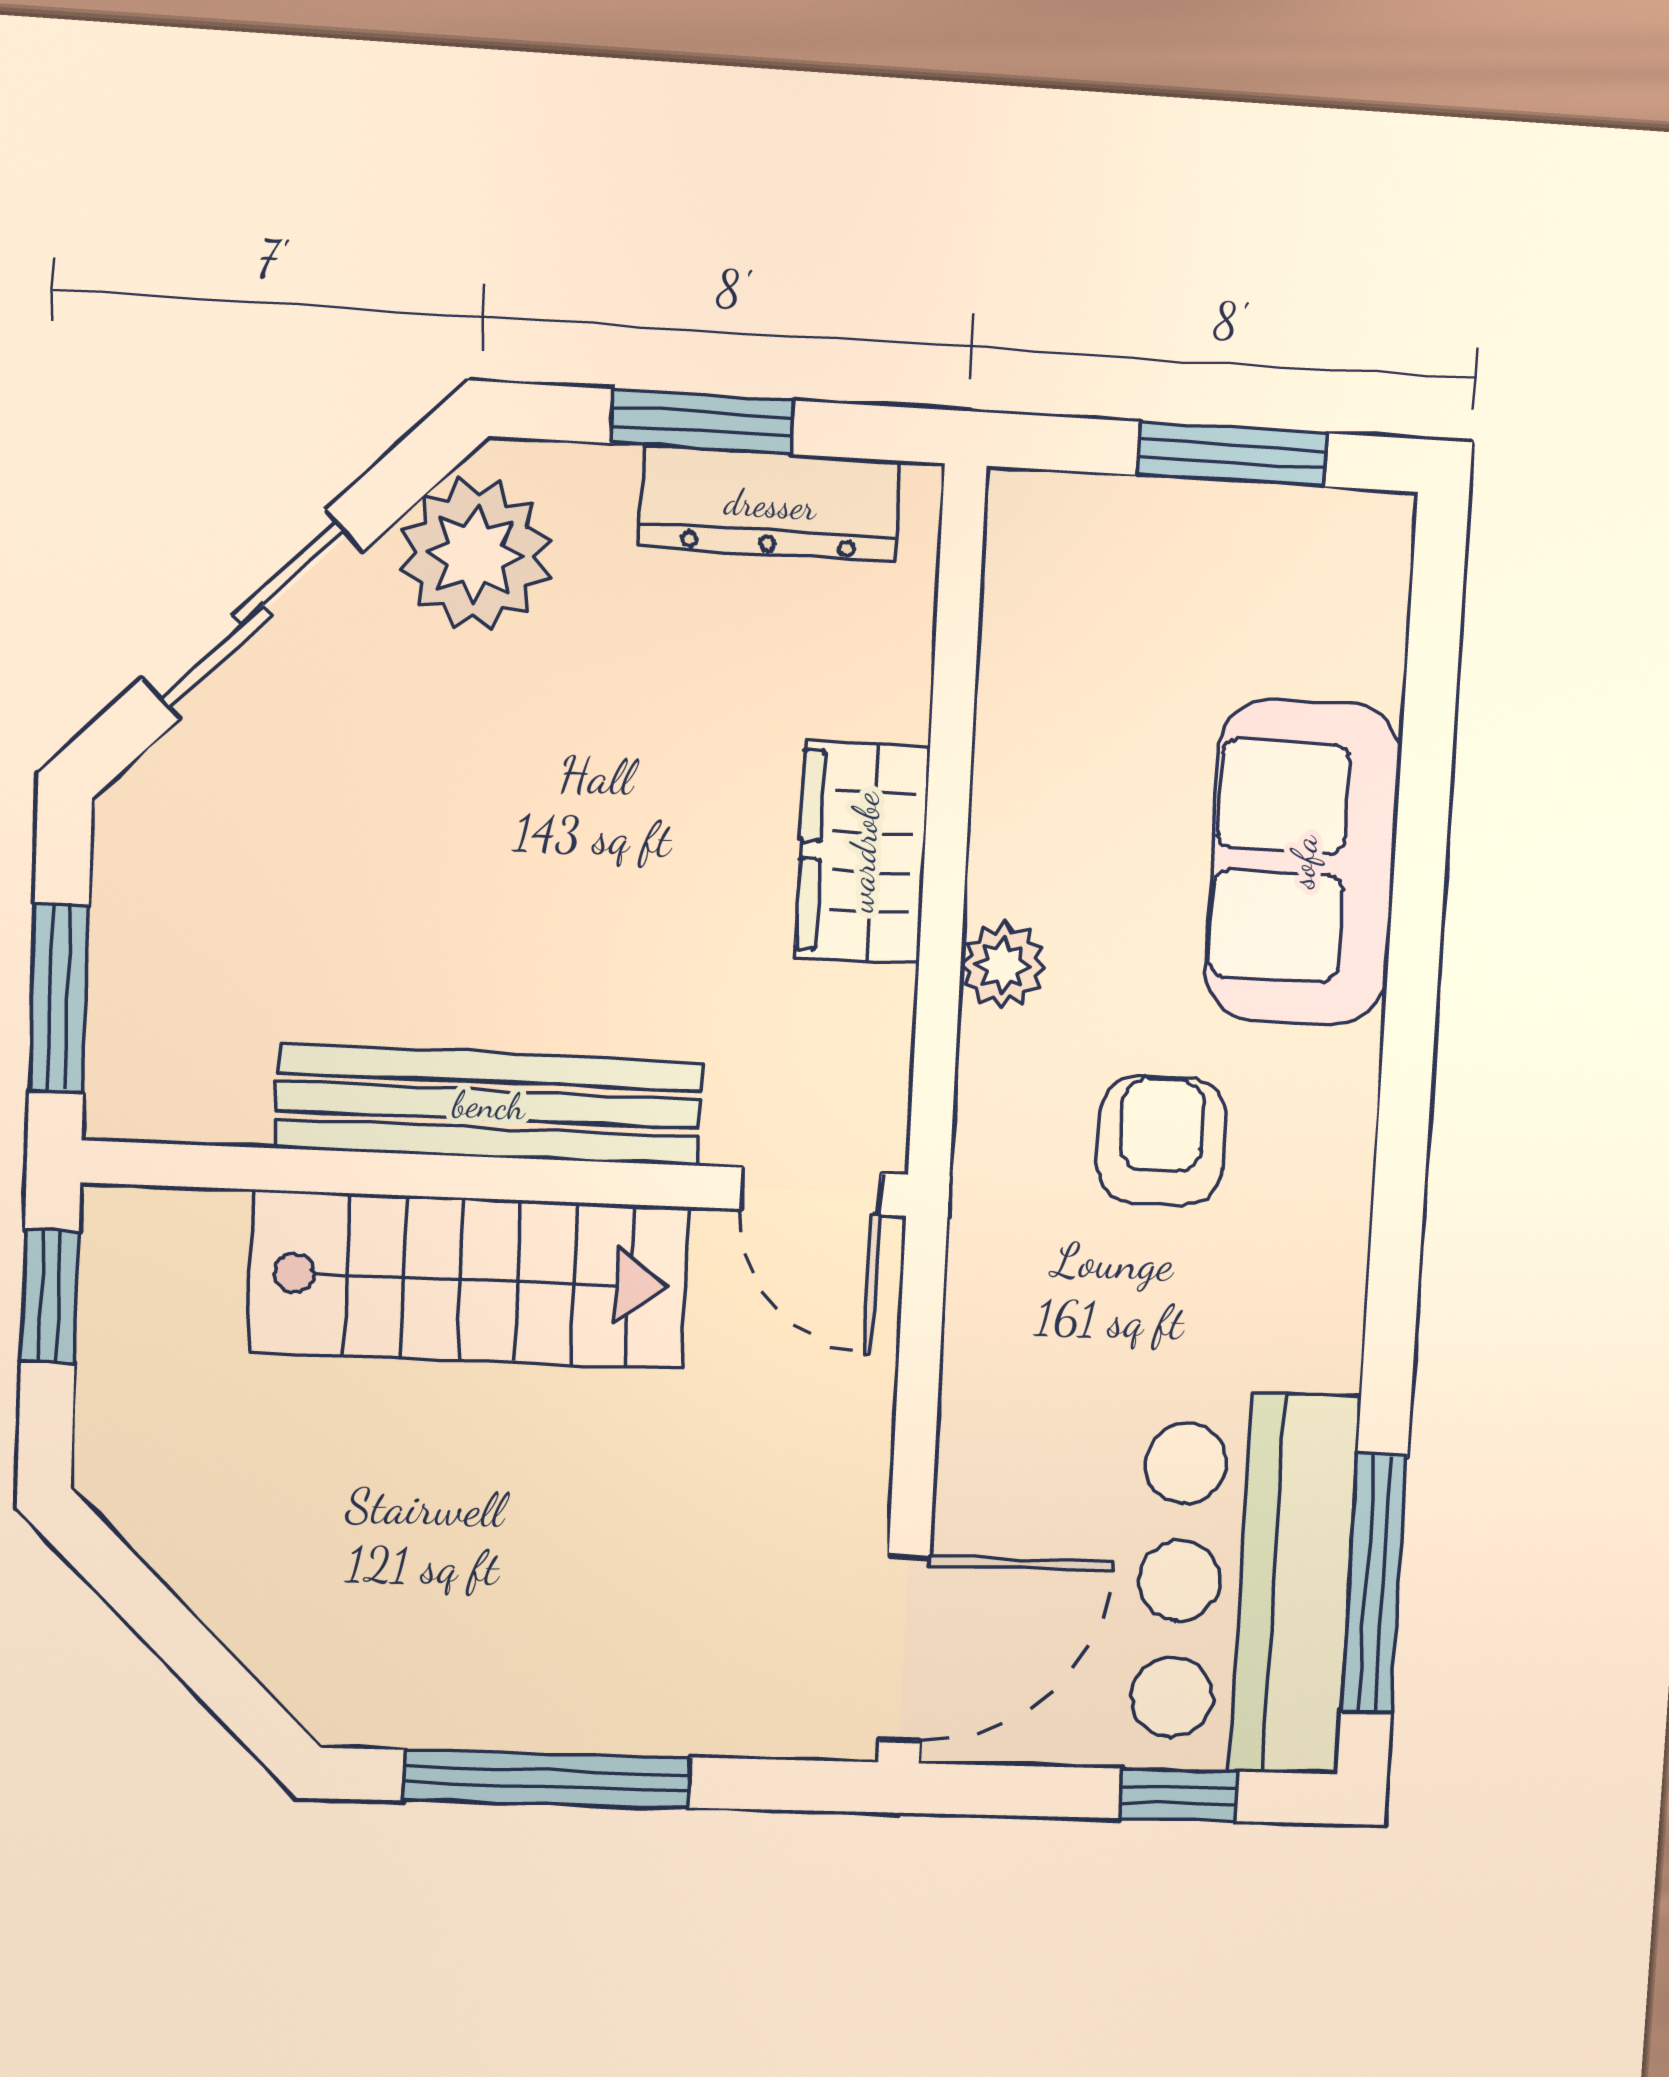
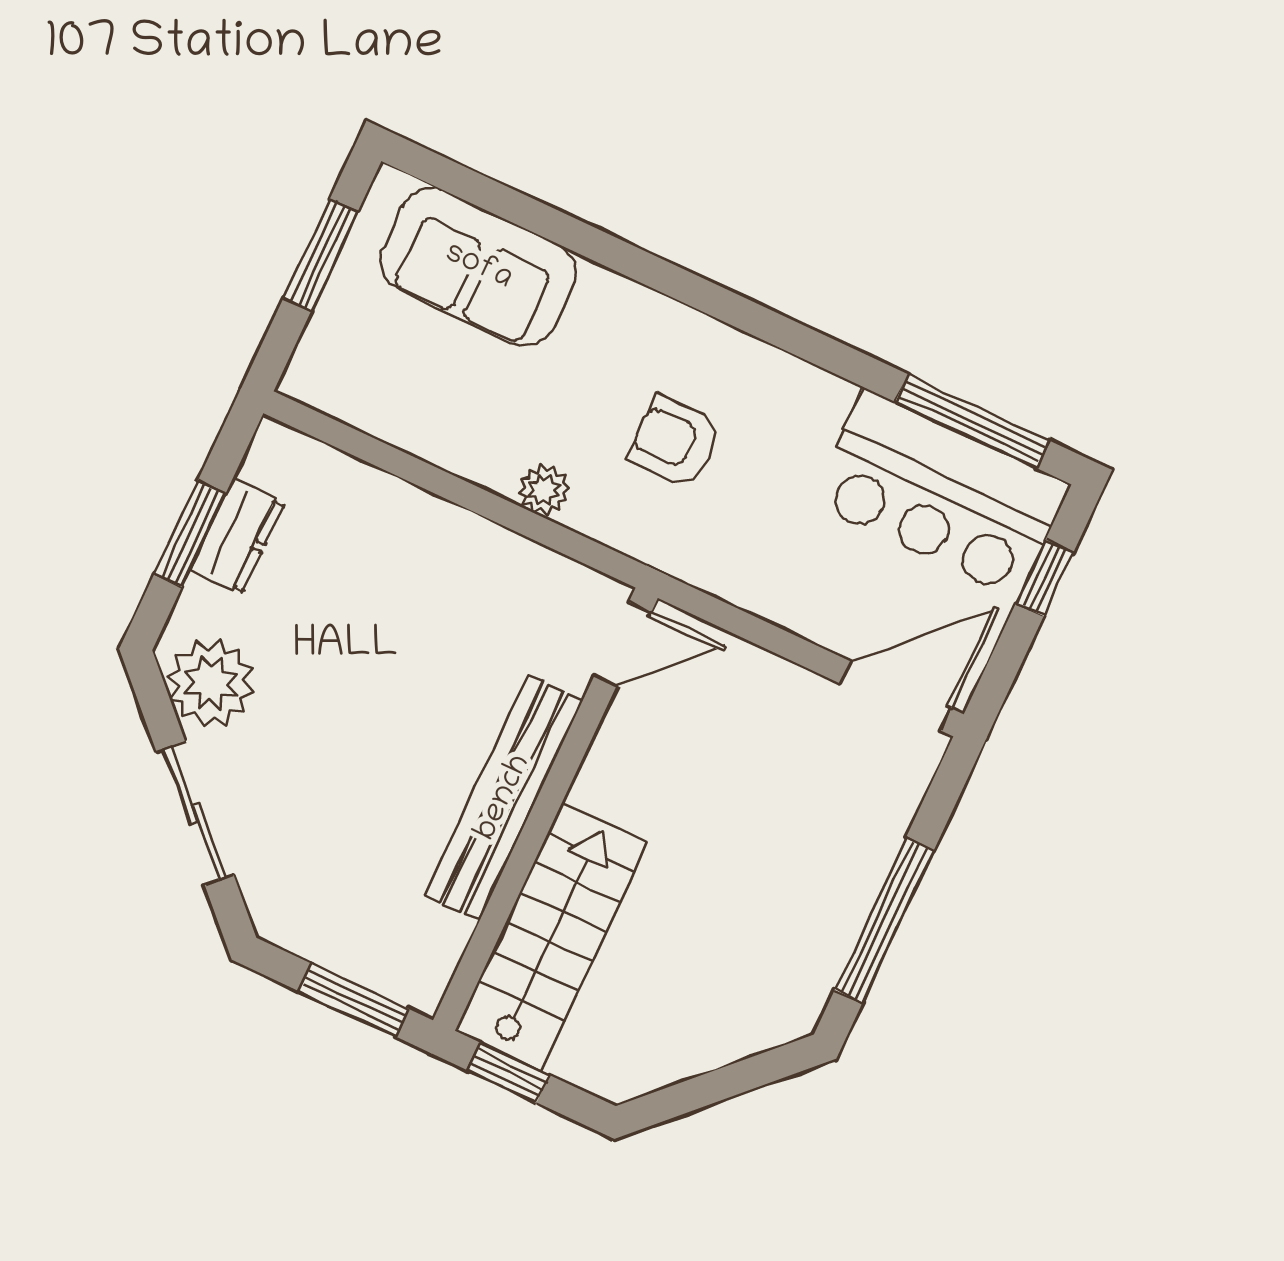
dresser: (770, 504) -> (237, 536), width x0.70
wardrobe: (863, 852) -> (451, 541), removed
sofa: (1303, 862) -> (478, 267), moved
stairs: (469, 1280) -> (551, 937), moved
door: (904, 1648) -> (896, 696), hinge flipped

